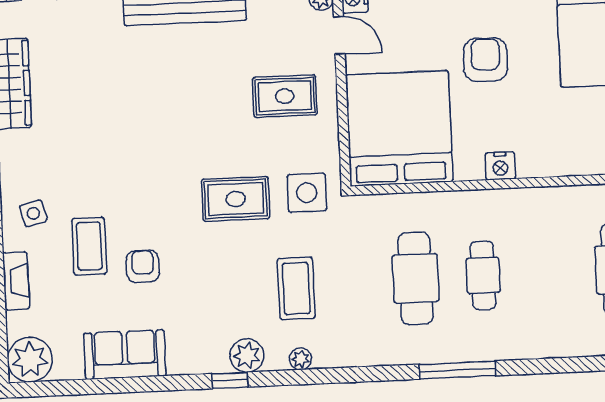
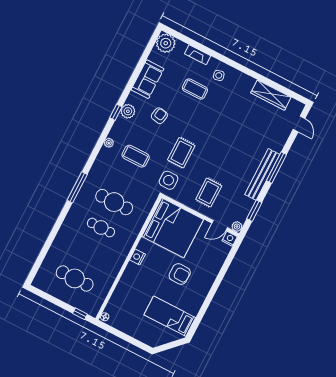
armchair: (143, 266) -> (159, 116), moved, turned -80
plant: (247, 356) -> (128, 111), moved
window: (457, 370) -> (77, 187), moved

